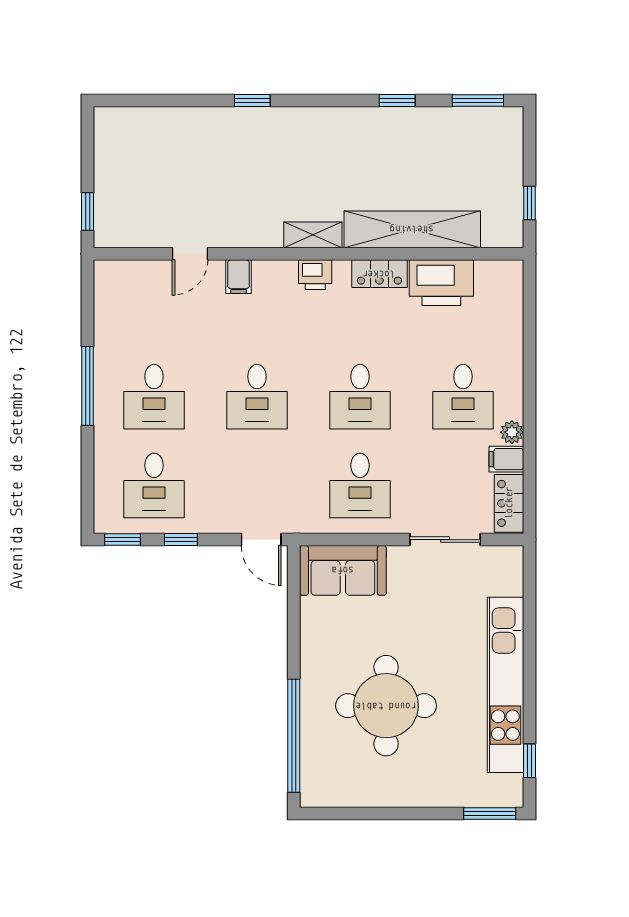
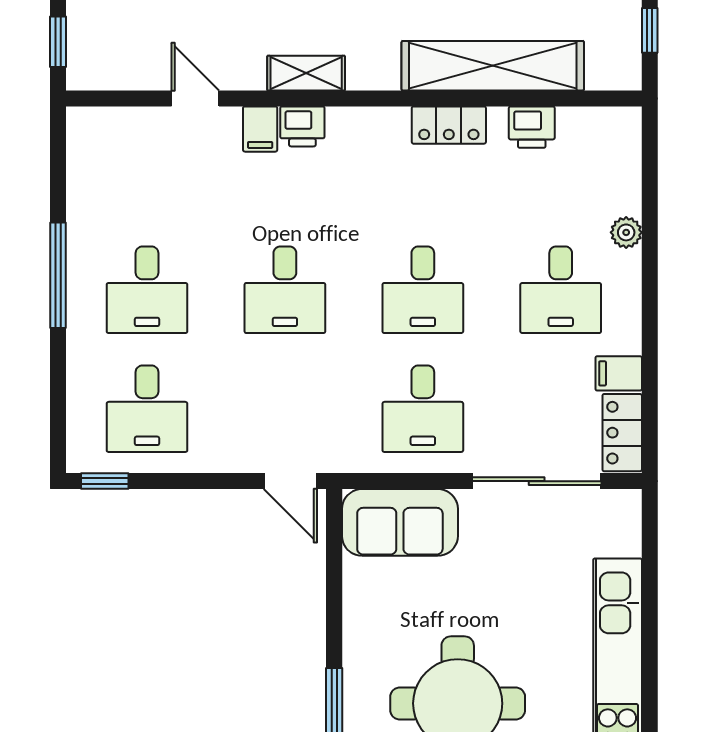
shelving: (313, 235) -> (306, 73), moved
door: (190, 254) -> (195, 98), swing flipped
printer: (315, 275) -> (302, 126), moved
printer: (441, 283) -> (532, 127), width x0.53, depth x0.68
plant: (512, 432) -> (626, 232), moved
window: (181, 540) -> (183, 481), removed
sliding door: (445, 540) -> (537, 481), width x1.37

